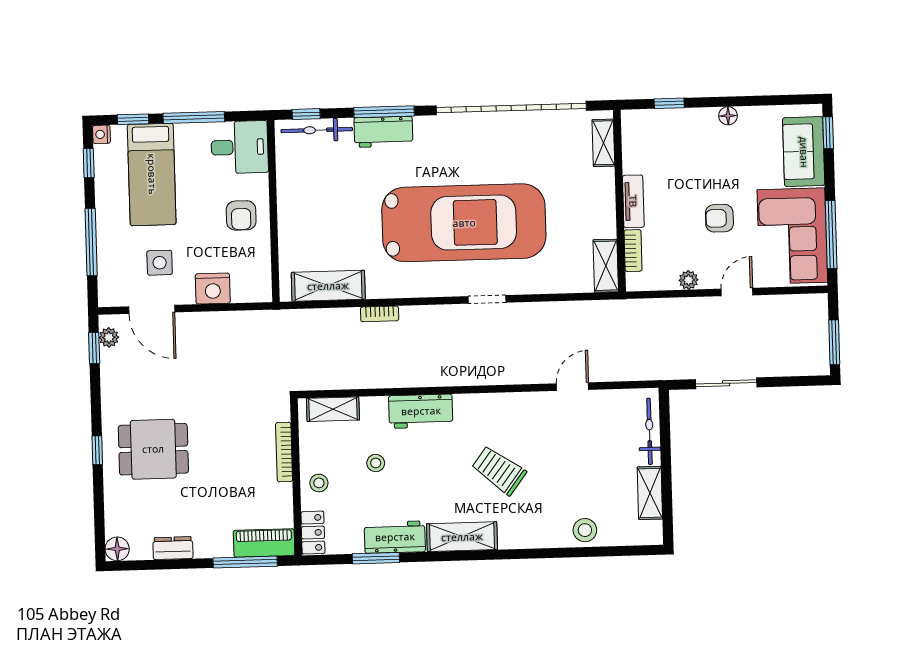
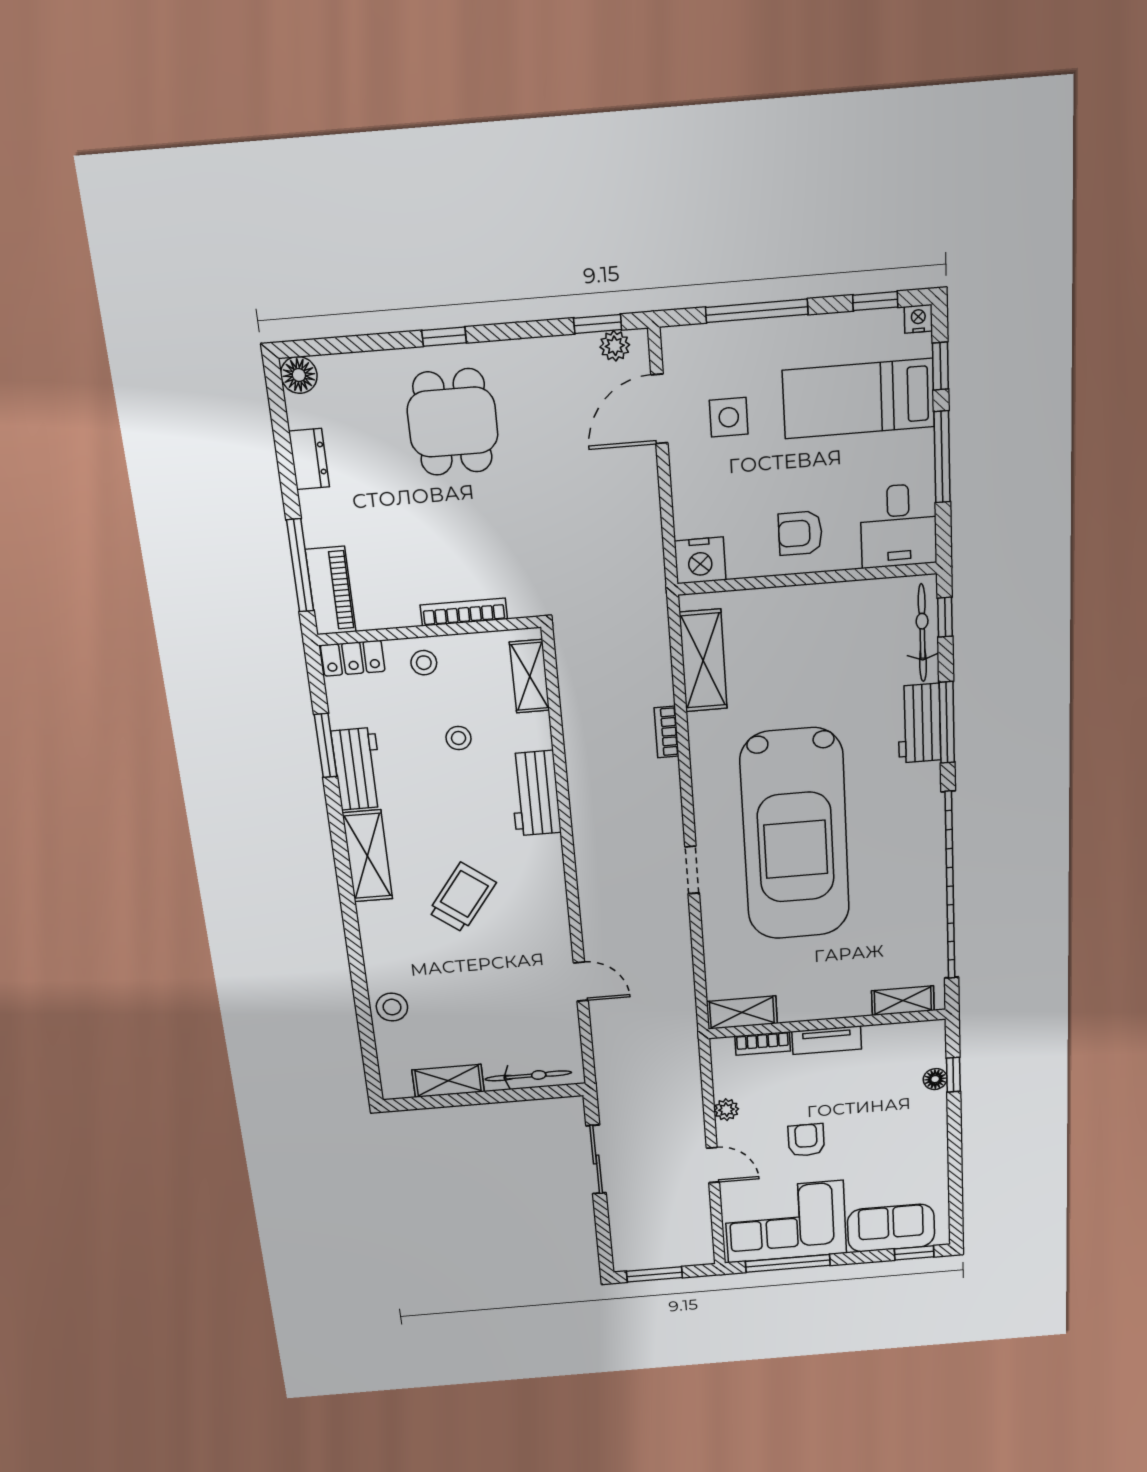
floor lamp: (728, 116) -> (935, 1079), moved
nightstand: (213, 289) -> (700, 560), moved, turned -90

